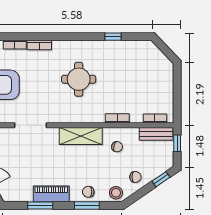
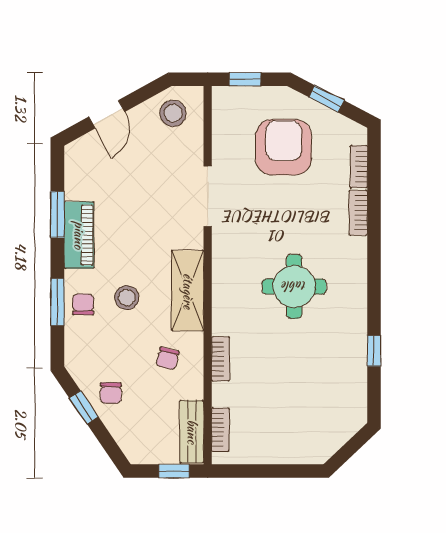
window: (161, 179) -> (84, 407), moved
stool: (116, 193) -> (127, 298), moved

